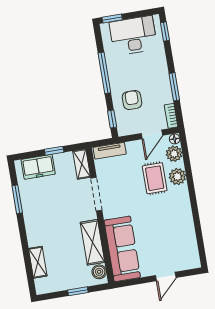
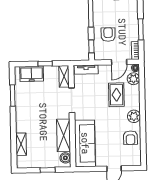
plant: (177, 177) -> (134, 116), moved
armchair: (182, 232) -> (130, 138), added

